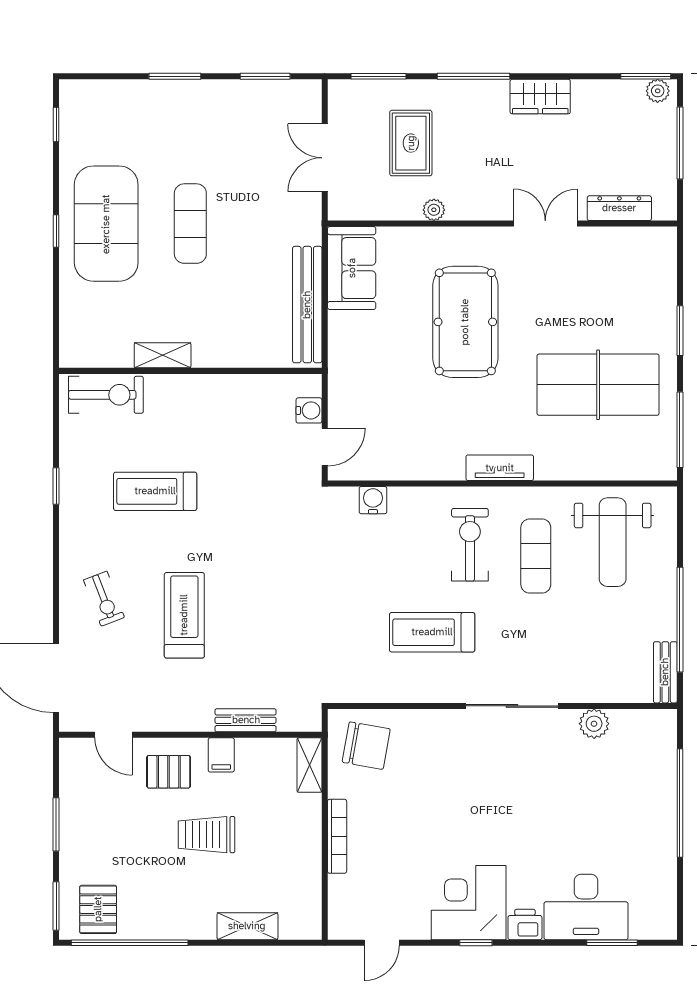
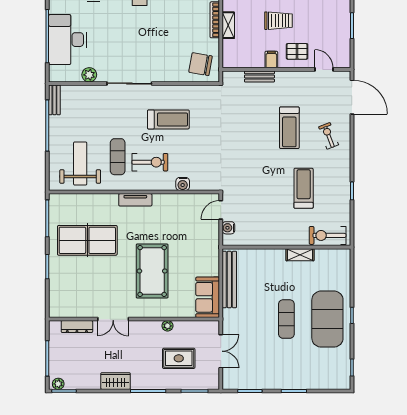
rug: (411, 143) -> (179, 358), turned 90
treadmill: (155, 491) -> (304, 188), turned -90
water cooler: (373, 500) -> (183, 184), moved
exercise bike: (470, 545) -> (150, 162), turned -90
shelving: (309, 765) -> (228, 25), moved
desk: (639, 796) -> (68, 40), added

